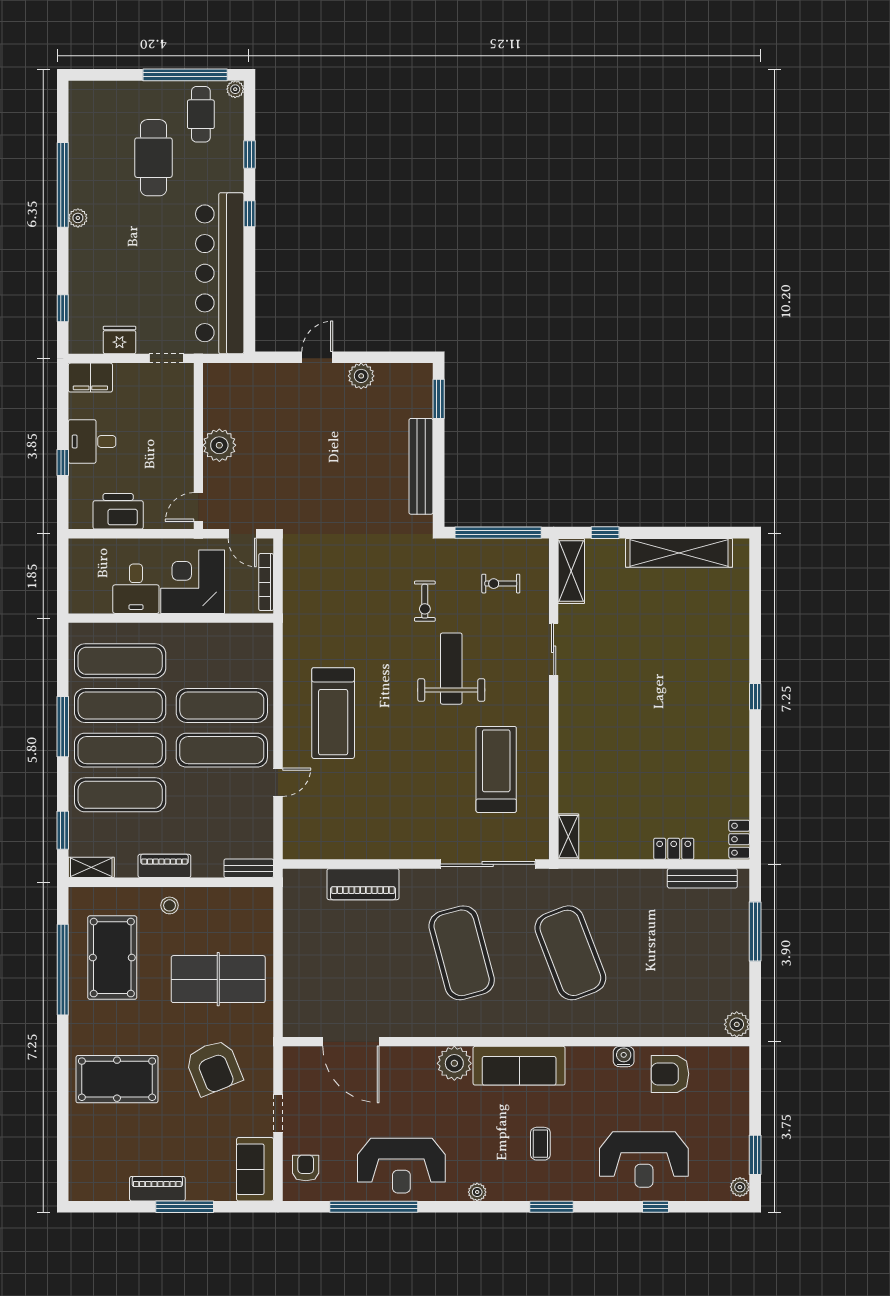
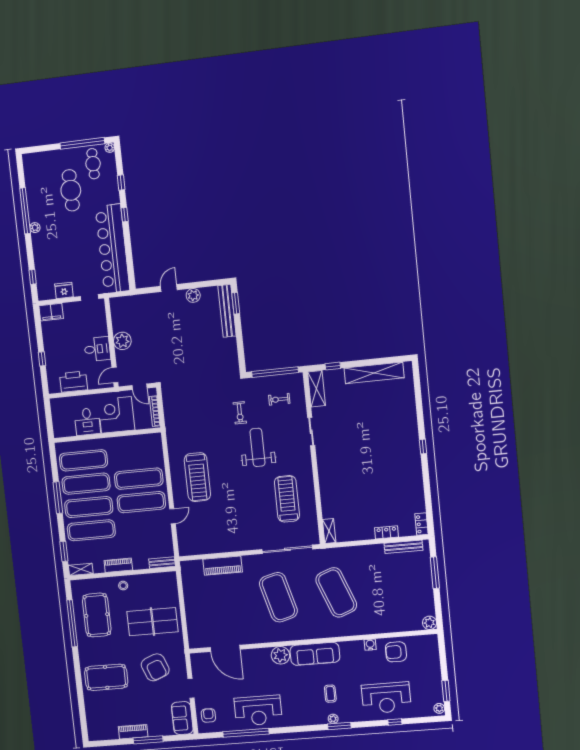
desk: (92, 441) -> (97, 349), moved, turned 180
bench: (421, 466) -> (227, 311), moved
plant: (477, 1192) -> (333, 719), moved

